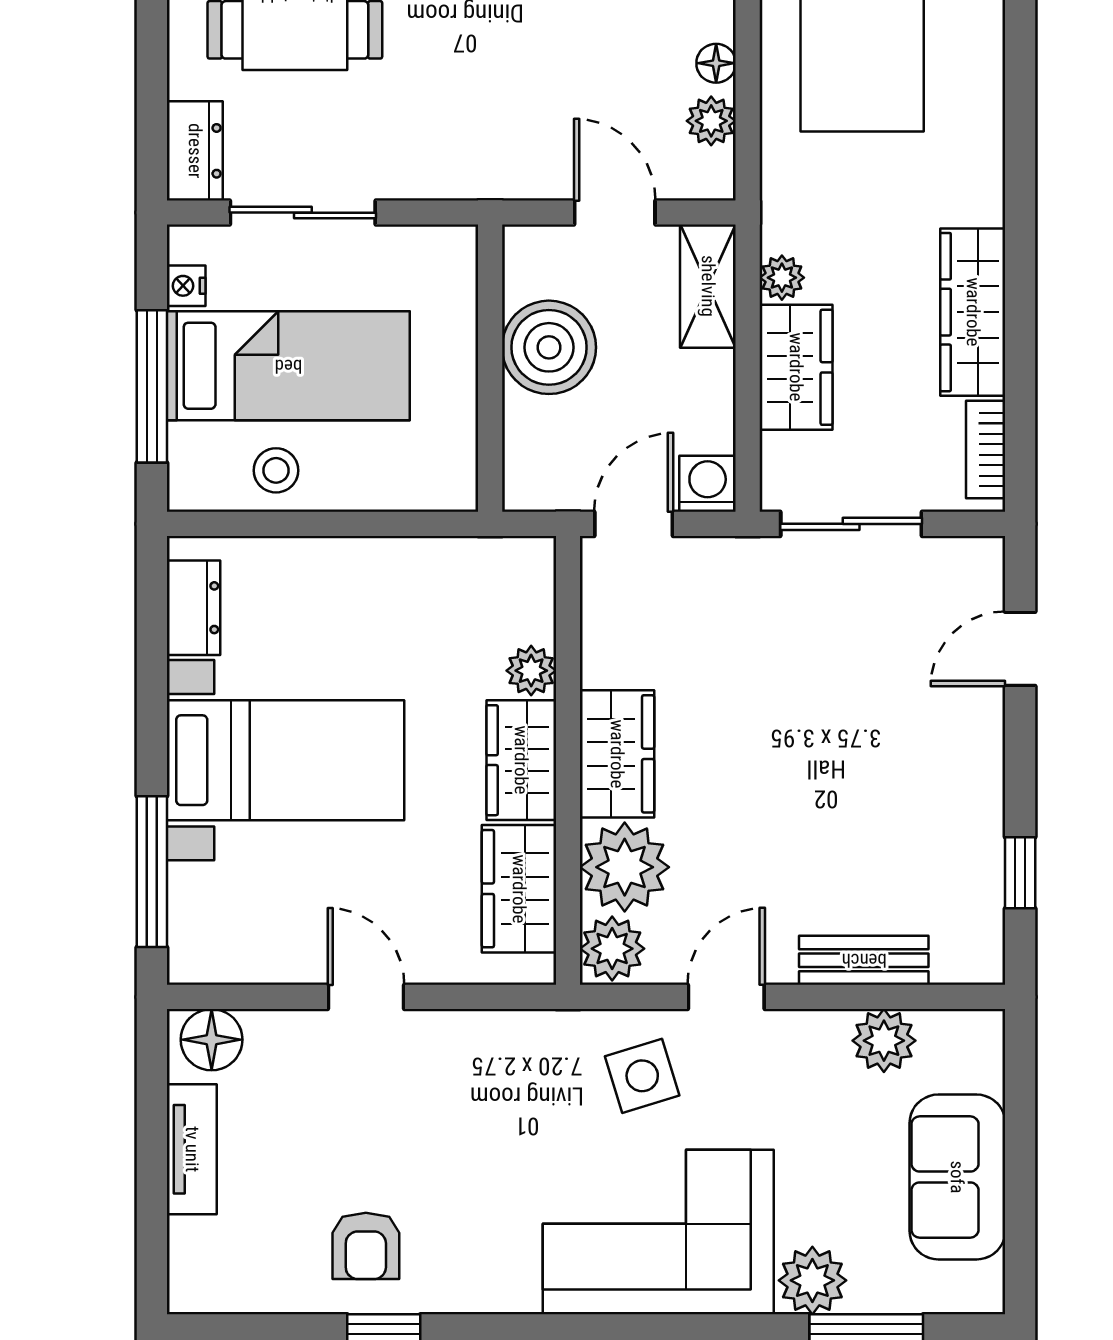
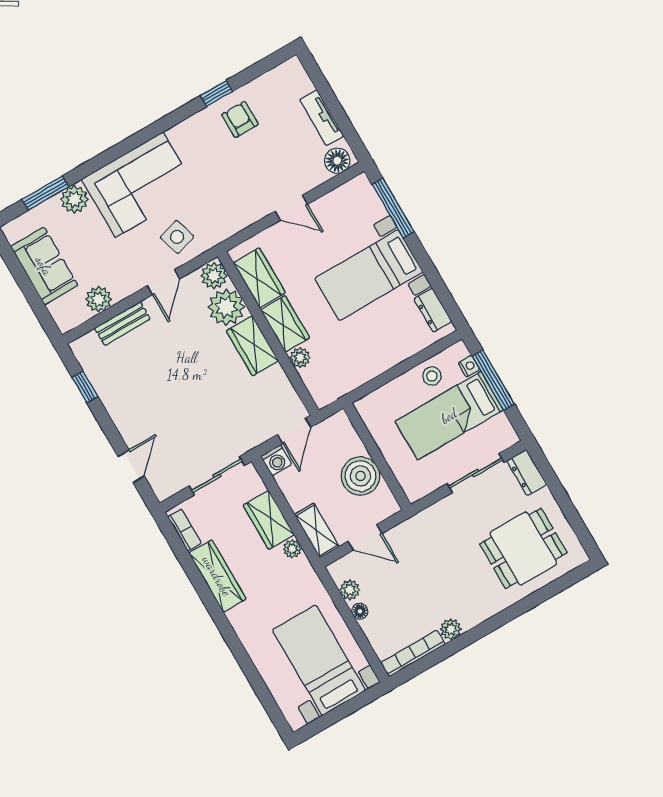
nightstand: (186, 286) -> (469, 366), moved

